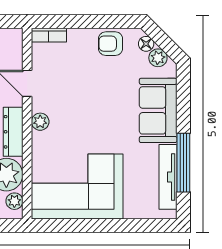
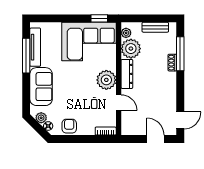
armchair: (111, 44) -> (69, 126), turned -90
plant: (40, 122) -> (106, 80), width x1.87, depth x1.87
window: (60, 226) -> (99, 18), added

